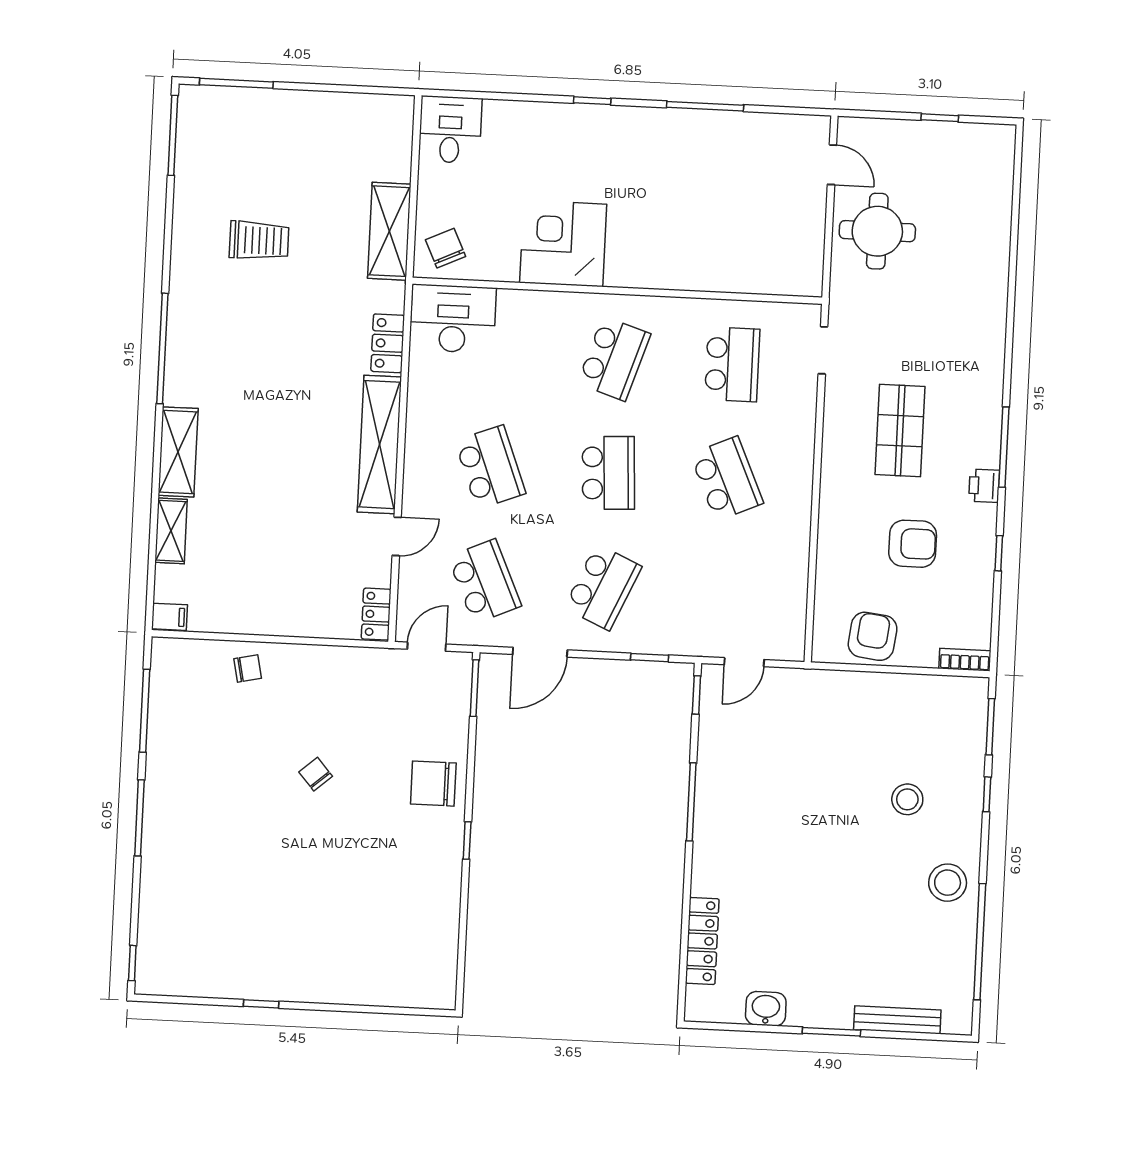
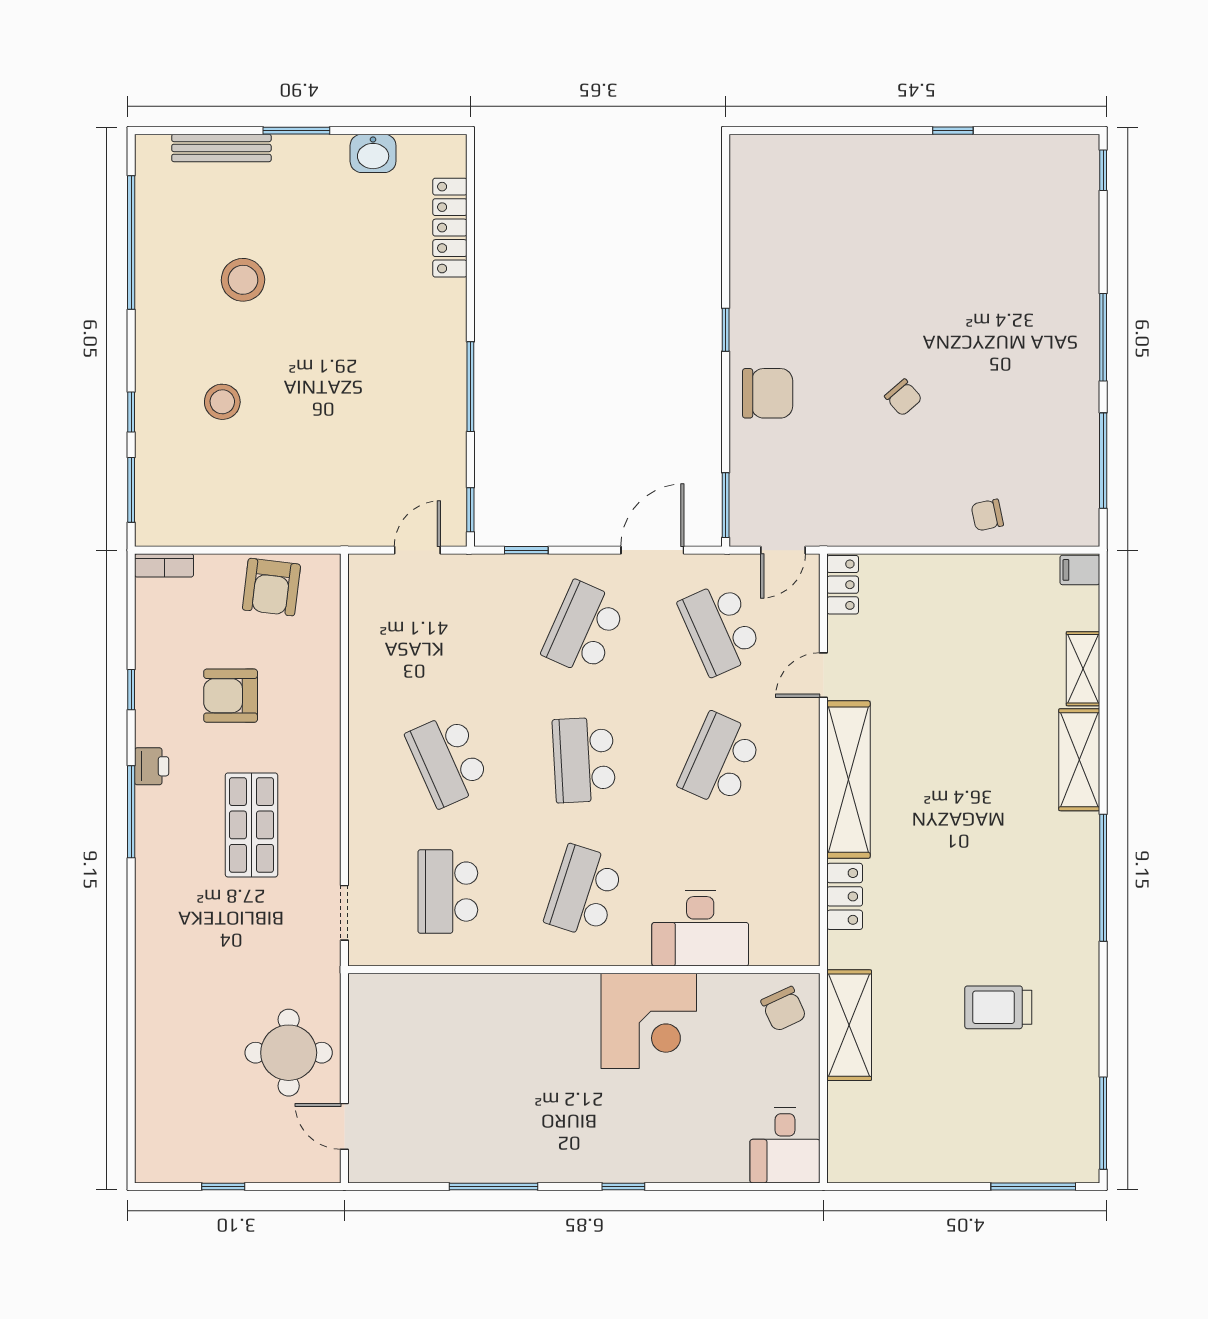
desk: (453, 319) -> (700, 928), moved
school desk: (490, 467) -> (720, 760), turned 45
stool: (948, 883) -> (243, 280), moved

